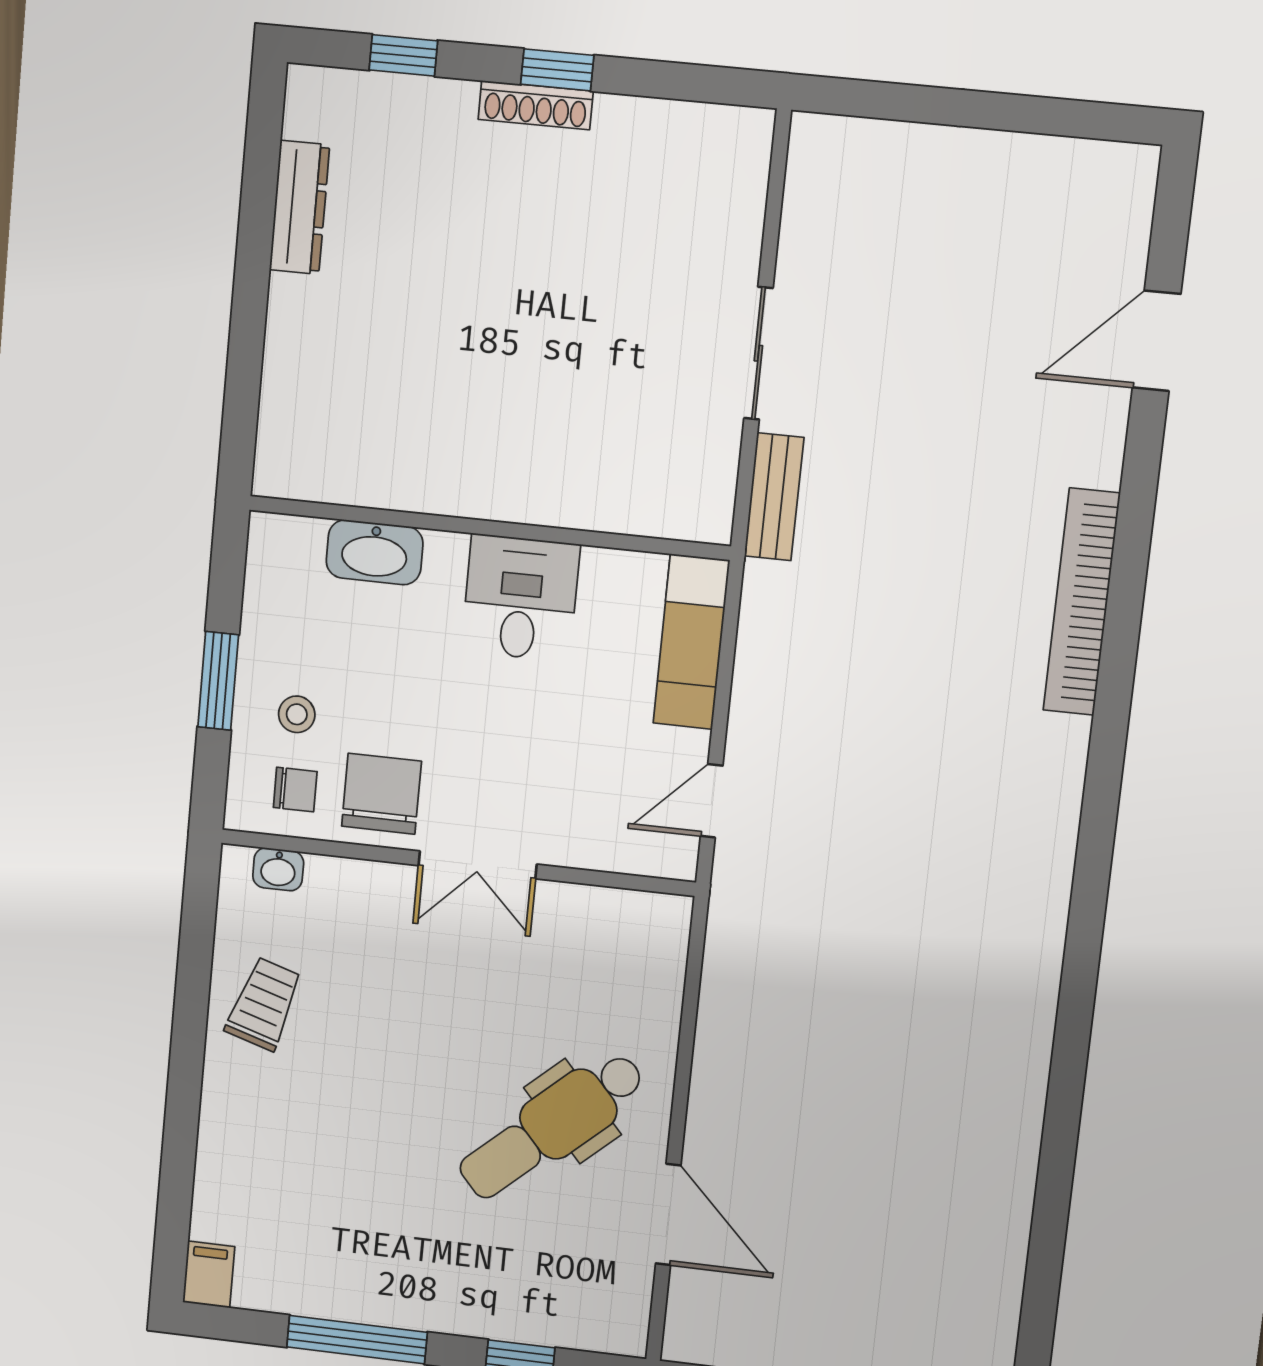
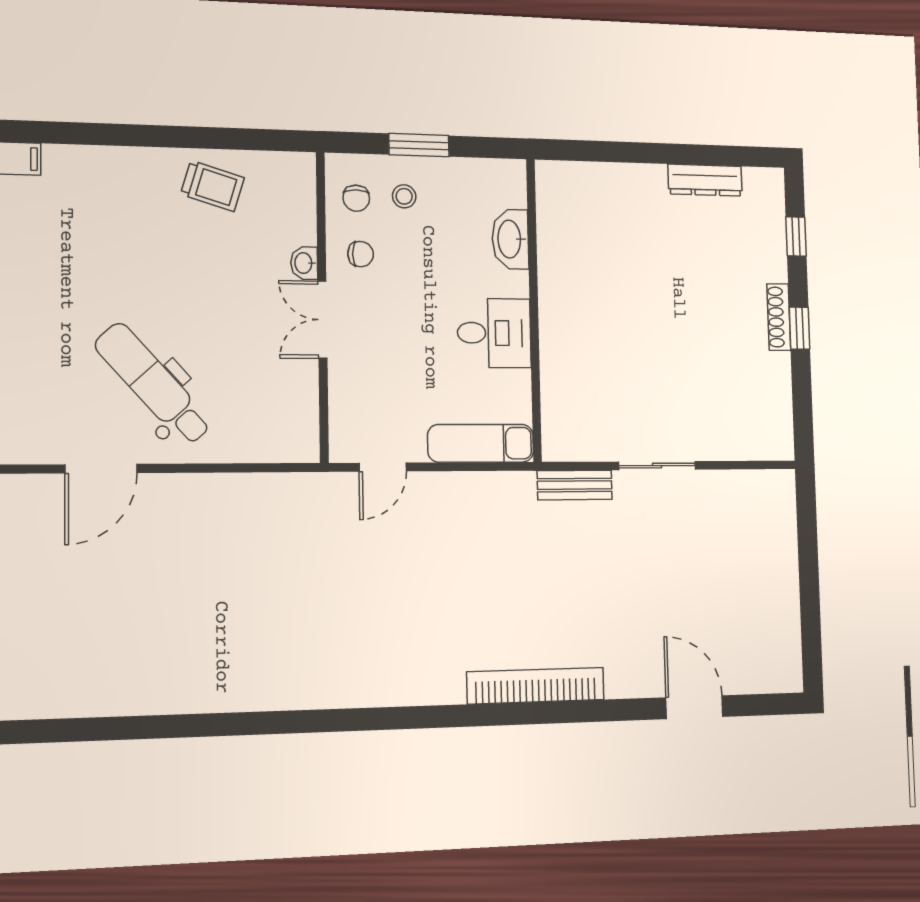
chair: (382, 794) -> (361, 254), width x0.54, depth x0.54
door: (712, 801) -> (383, 467), swing flipped
washbasin: (278, 869) -> (304, 263), moved

